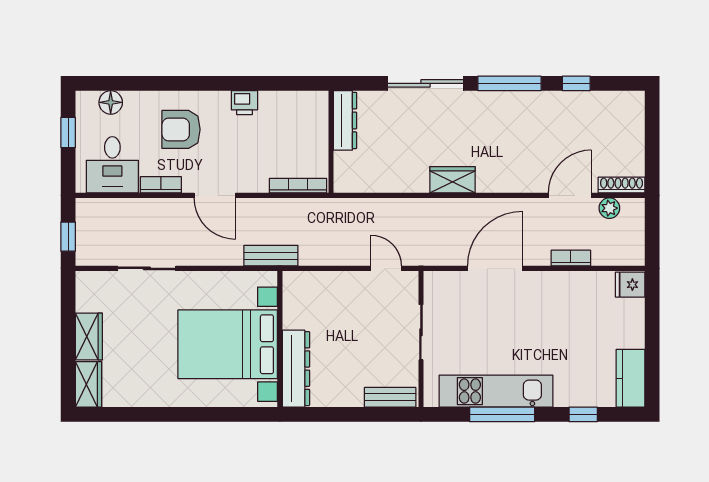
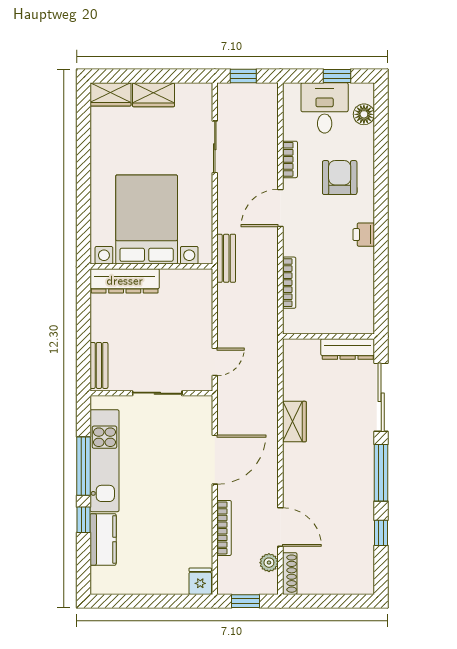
dresser: (345, 120) -> (348, 349), moved
wall: (331, 142) -> (329, 336), moved
desk: (112, 165) -> (325, 108), moved, turned 90
window: (652, 234) -> (245, 601), added
bookcase: (571, 258) -> (224, 528), width x1.56
door: (495, 268) -> (215, 460), hinge flipped
kitchen counter: (630, 378) -> (103, 539), moved, turned 90
window: (583, 414) -> (84, 520), moved

